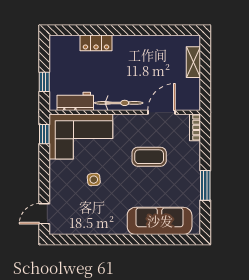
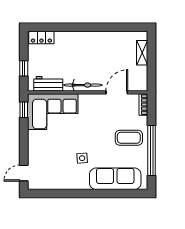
locker: (96, 43) -> (41, 37), moved
coffee table: (149, 157) -> (129, 138), moved
side table: (94, 180) -> (82, 158), moved
window: (205, 185) -> (152, 151), width x2.11

